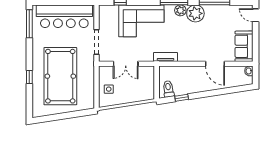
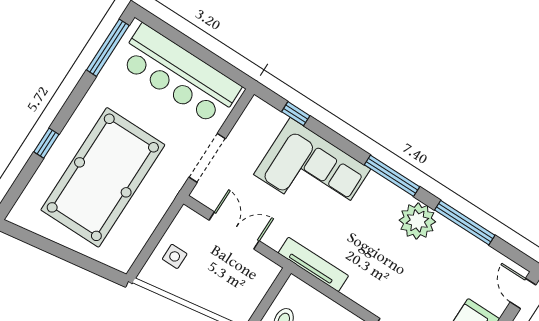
plant: (180, 10) -> (394, 198), removed
tv unit: (165, 57) -> (313, 264), width x1.41
double door: (126, 64) -> (234, 231), swing flipped

